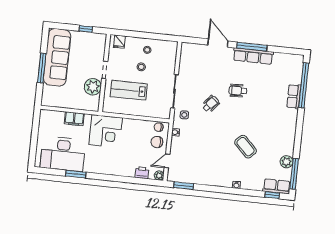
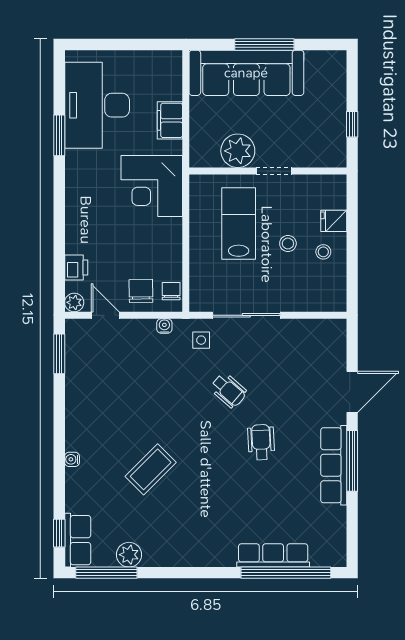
fridge: (119, 42) -> (334, 221), moved
sofa: (57, 57) -> (246, 73), moved
row of seats: (294, 96) -> (273, 555), width x1.48

